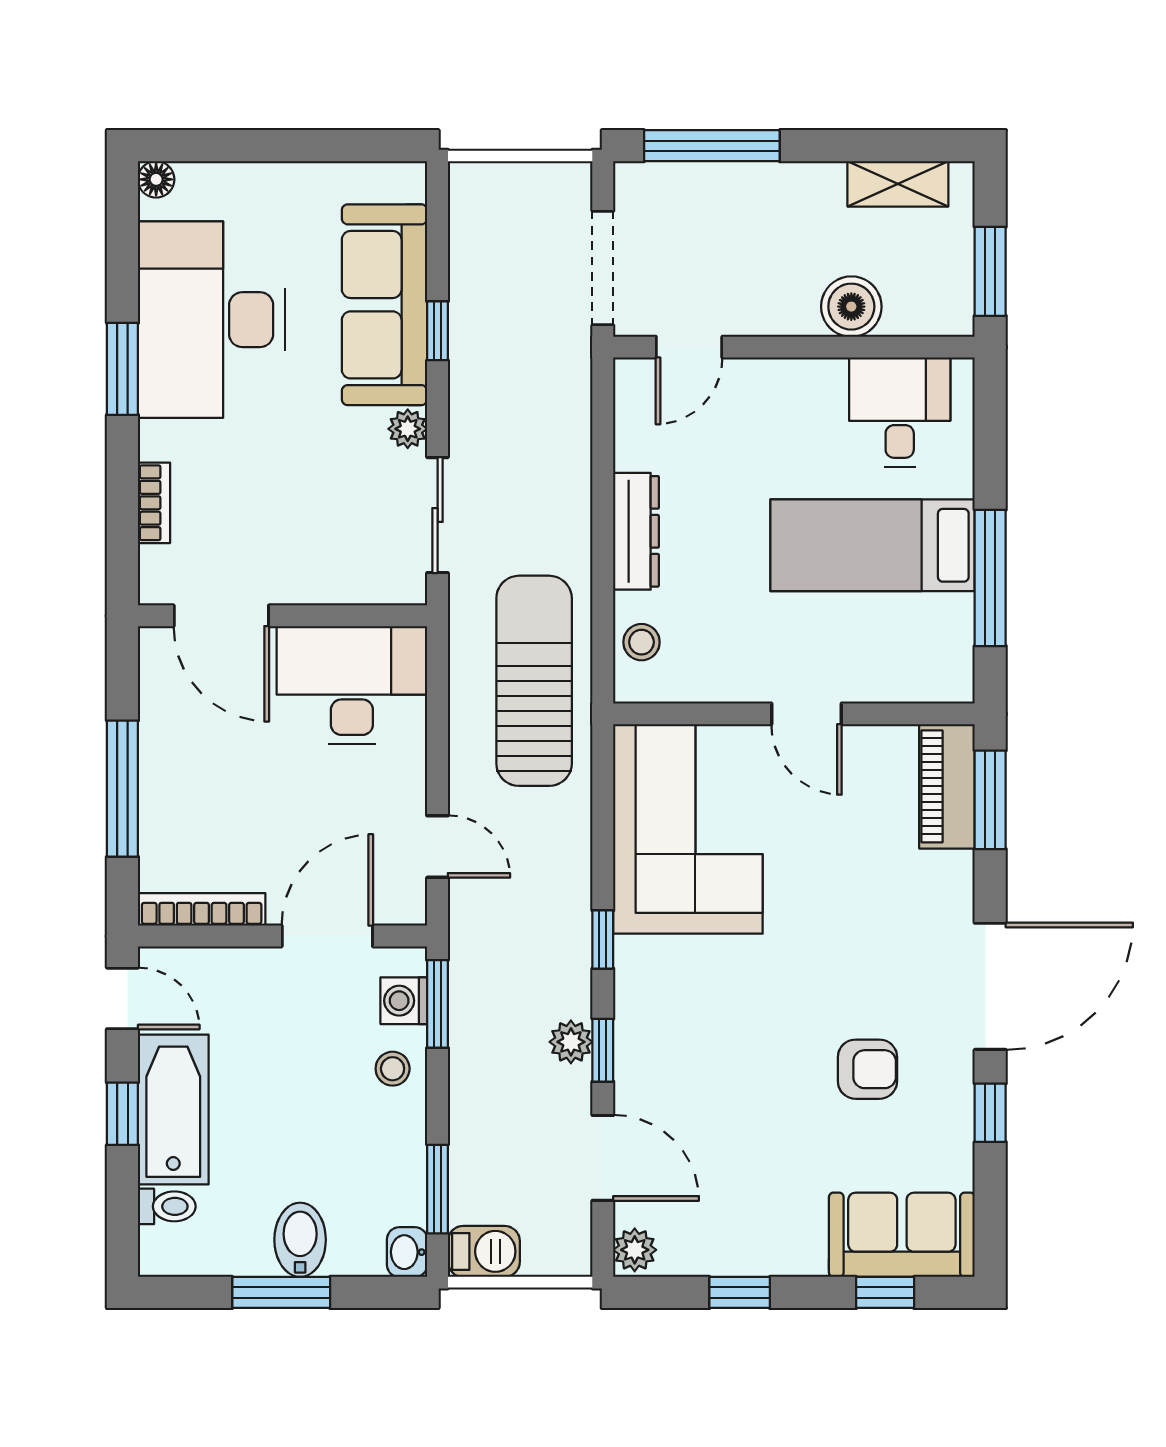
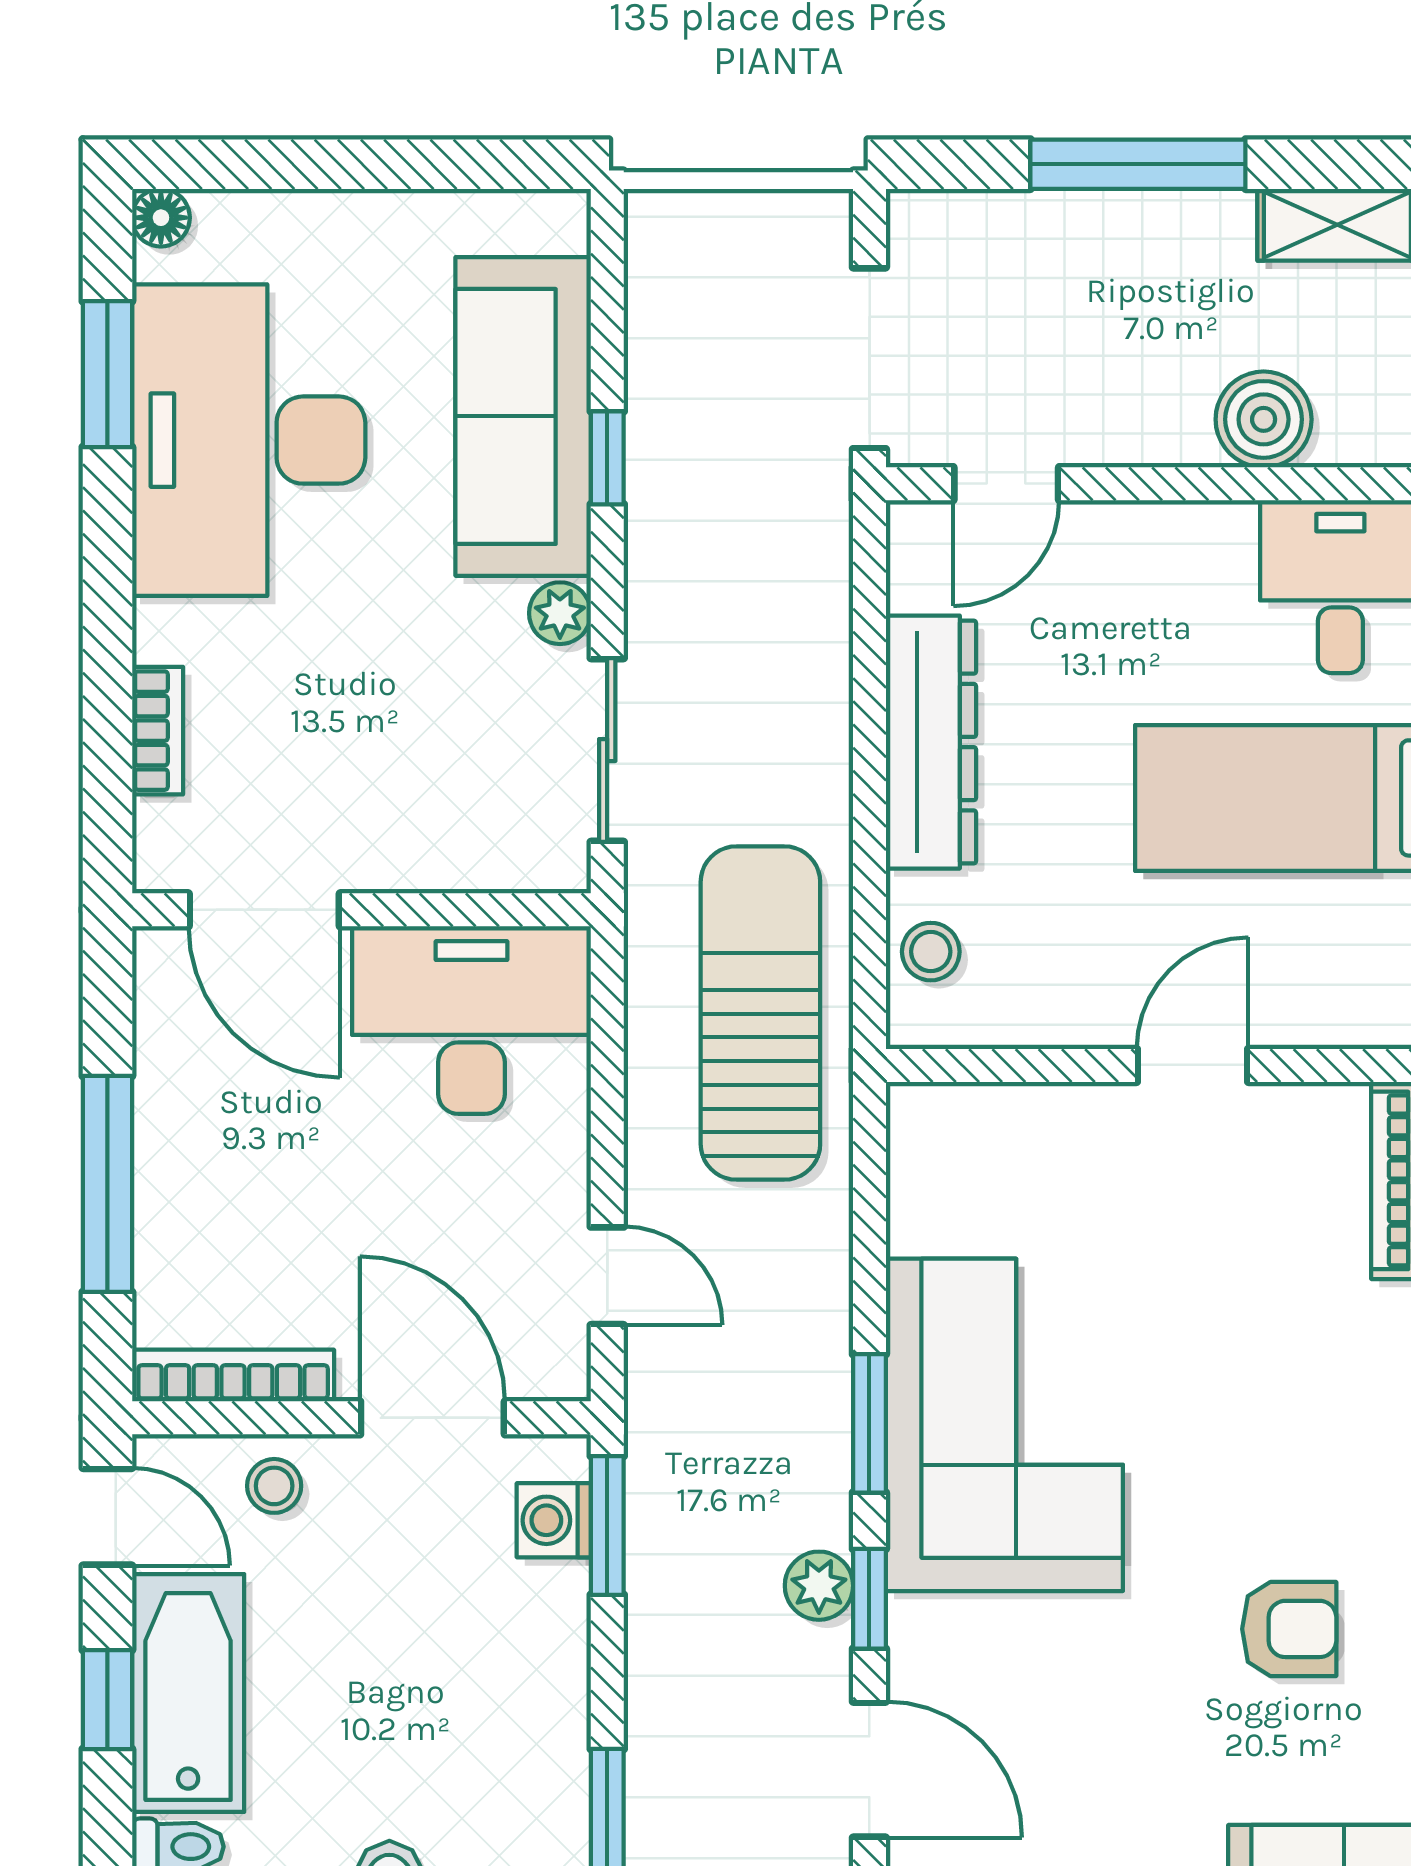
window: (712, 146) -> (1138, 164), moved
window: (122, 369) -> (107, 374), moved
dresser: (636, 531) -> (931, 742), width x1.37, depth x1.24
door: (807, 714) -> (1193, 1065), swing flipped
corner sofa: (688, 829) -> (1004, 1425), moved
door: (327, 936) -> (432, 1418), hinge flipped
window: (603, 940) -> (869, 1423), width x1.50
stool: (393, 1069) -> (274, 1486), moved

